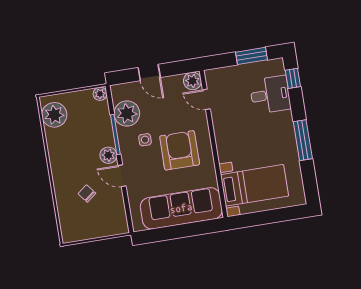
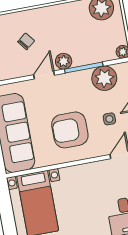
side table: (145, 140) -> (109, 119), moved
armchair: (180, 150) -> (70, 130), turned 180

